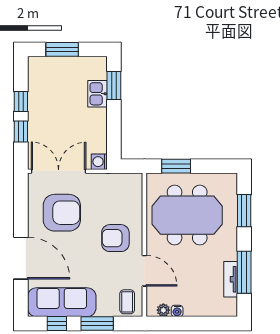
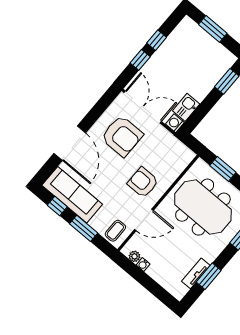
kitchen sink: (97, 94) -> (186, 107), moved
door: (144, 271) -> (144, 220), hinge flipped
window: (244, 272) -> (209, 276), width x0.69

